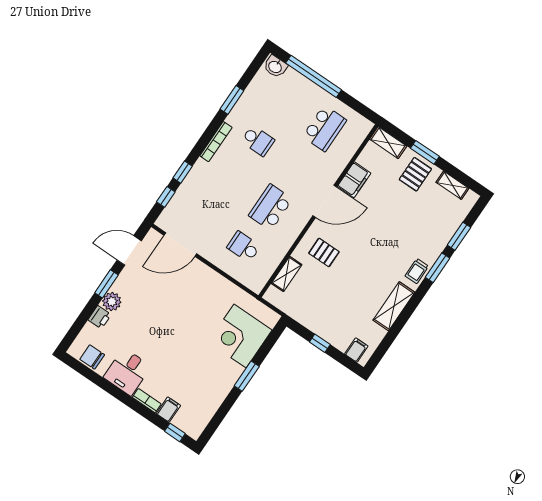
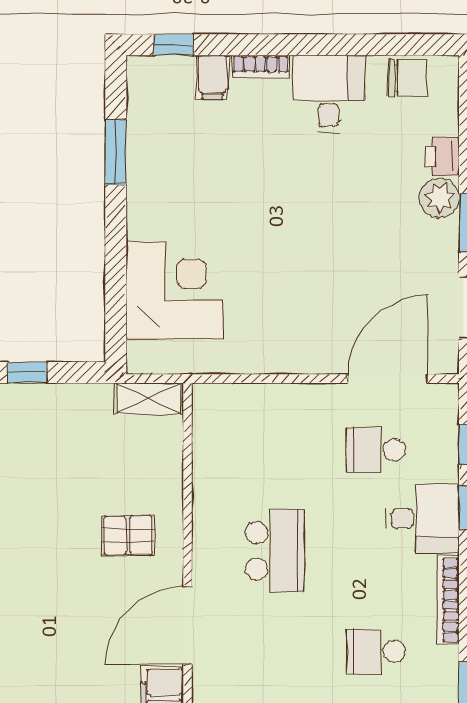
desk: (204, 180) -> (422, 519), added
school desk: (244, 247) -> (376, 450), moved, turned 180
shelving: (287, 274) -> (149, 398), moved, turned 90
window: (247, 376) -> (116, 152), moved

